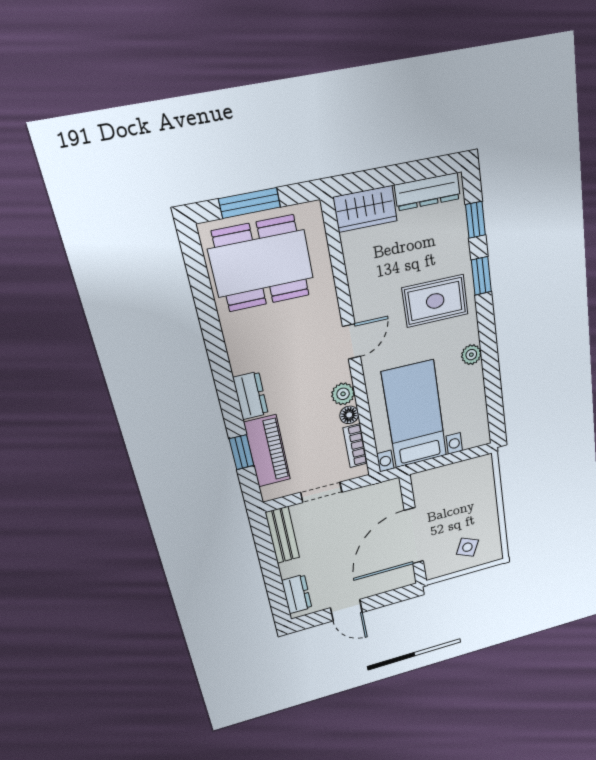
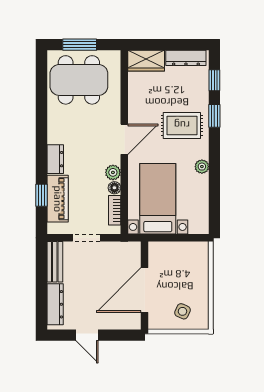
door: (352, 341) -> (124, 139), width x1.38
dresser: (297, 594) -> (55, 304), width x1.44

